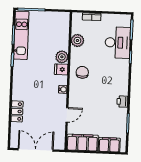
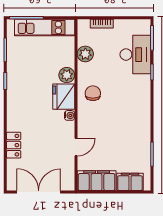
kitchen unit: (21, 35) -> (45, 27), moved, turned 90
fridge: (61, 69) -> (64, 97), width x1.88, depth x1.34
printer: (122, 102) -> (144, 128), removed

